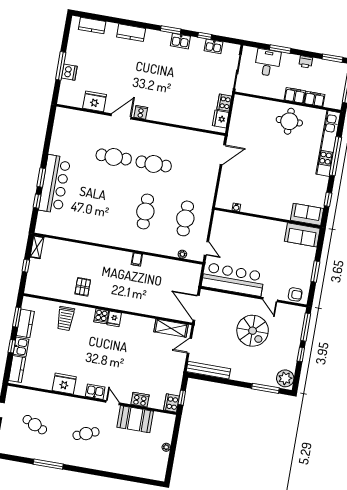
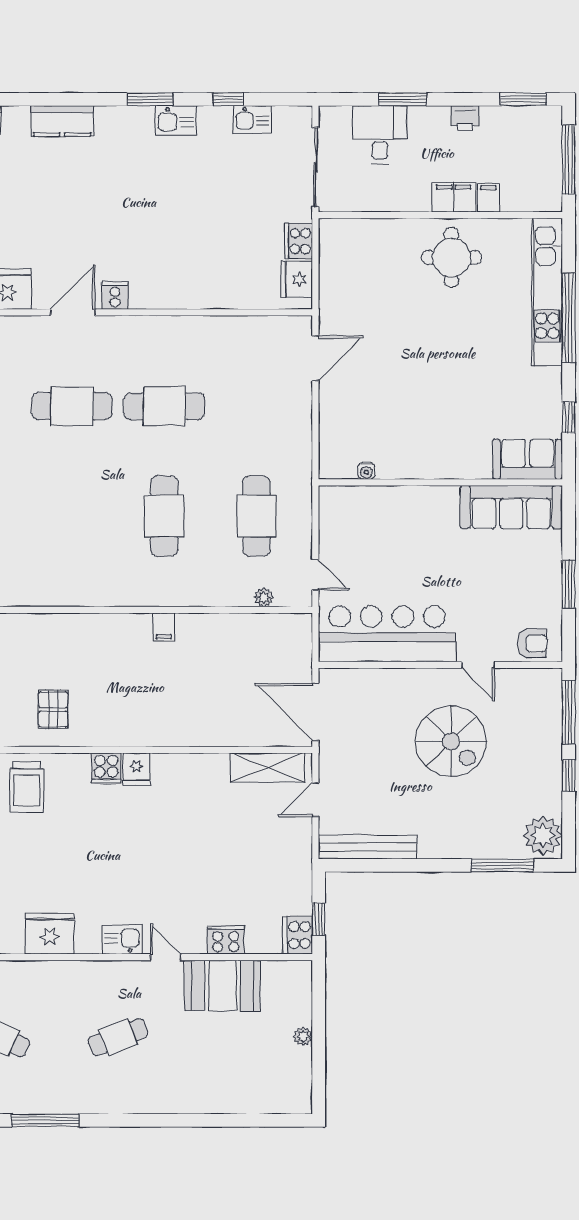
filing cabinet: (314, 99) -> (488, 198), width x0.50
sofa: (302, 235) -> (511, 507), width x1.36

